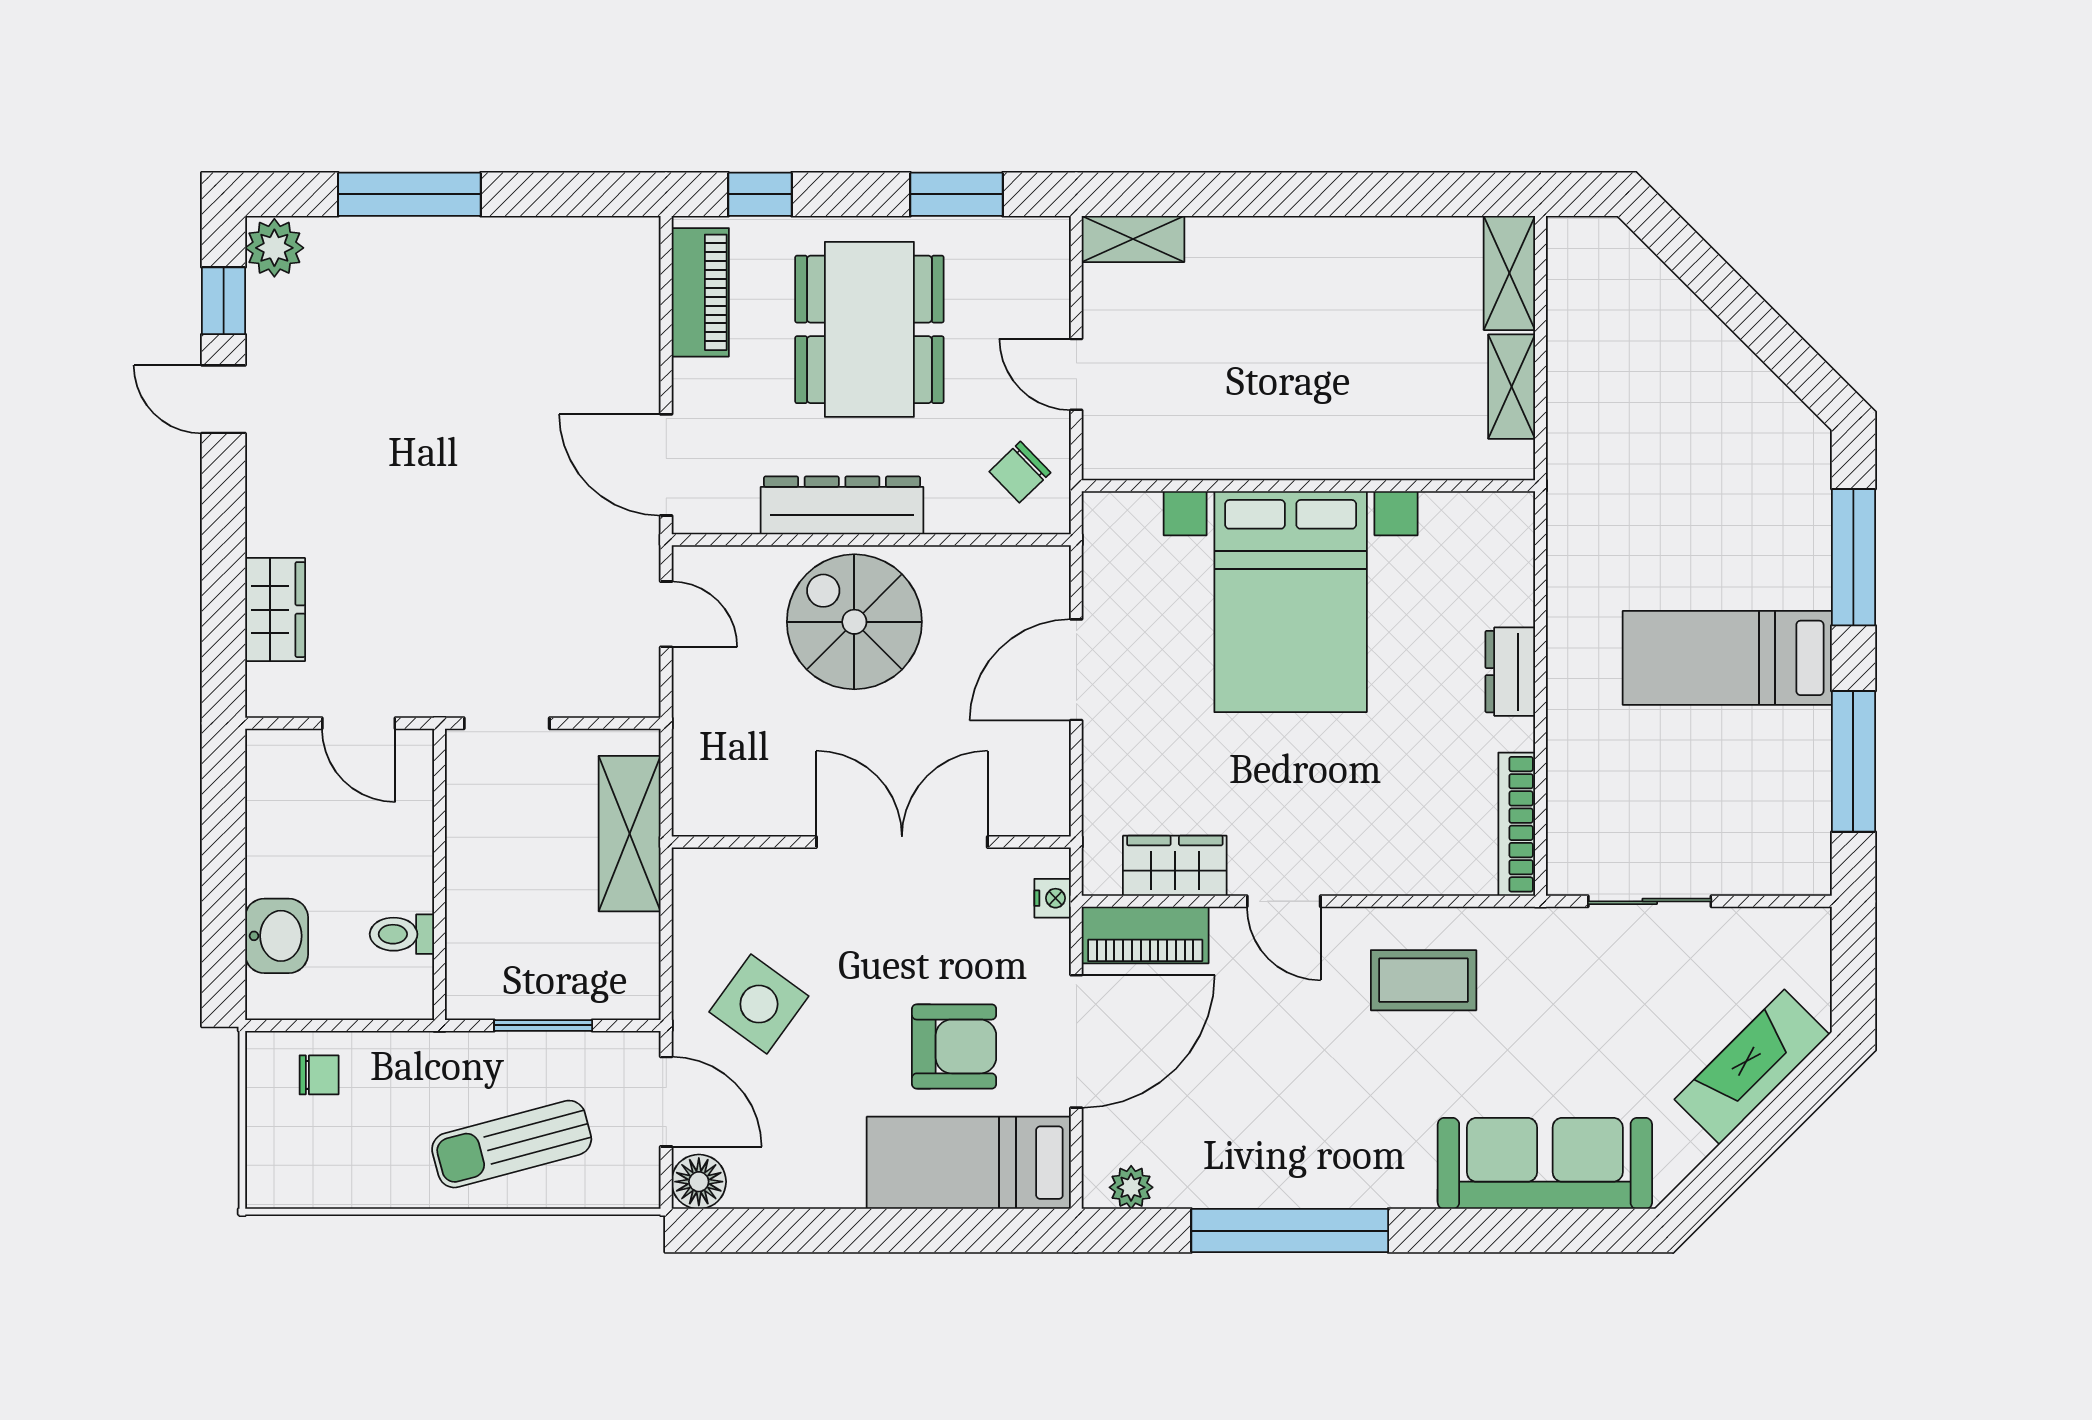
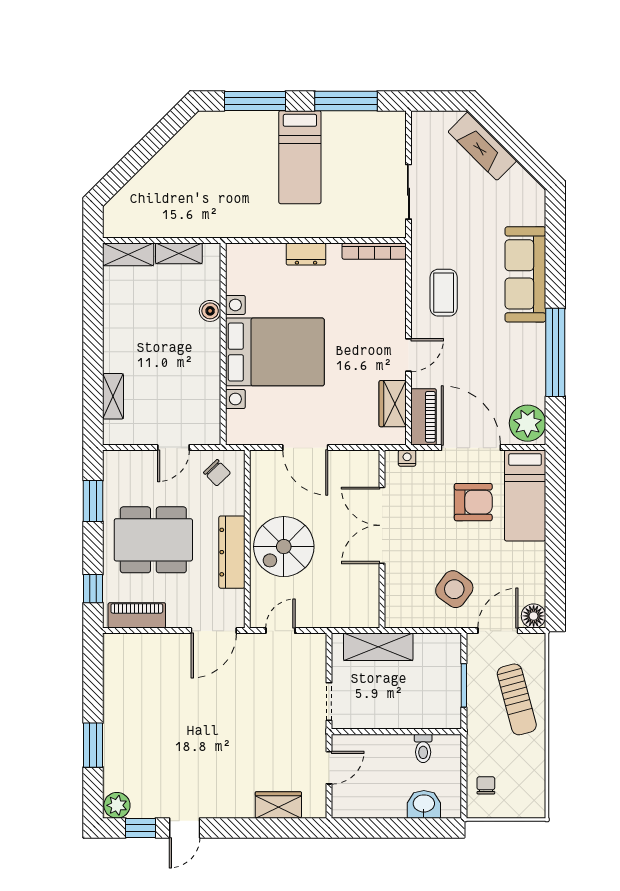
window: (409, 194) -> (93, 745), width x0.69
shelving: (1133, 239) -> (113, 396), moved
boiler: (1383, 457) -> (210, 311), added
armchair: (954, 1046) -> (473, 502), turned 90
sofa: (1545, 1163) -> (525, 274), moved
plant: (1131, 1187) -> (528, 423), width x1.88, depth x1.88

